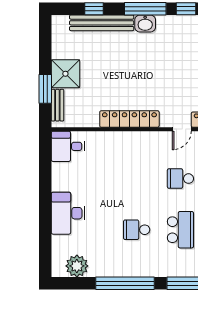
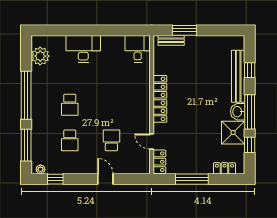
shower: (65, 74) -> (233, 133), moved
school desk: (137, 230) -> (70, 105), turned 180
school desk: (180, 230) -> (70, 140), width x0.54

